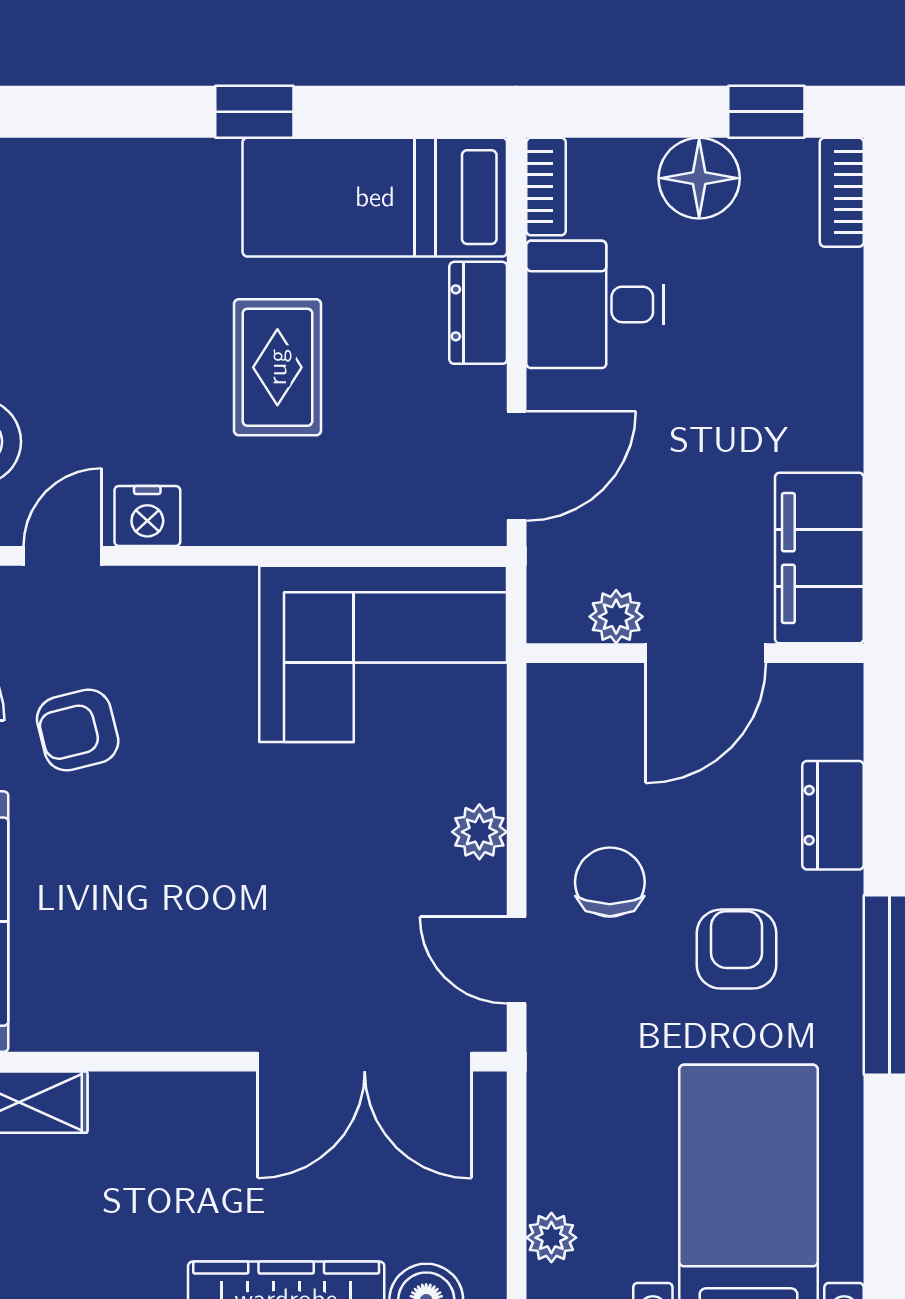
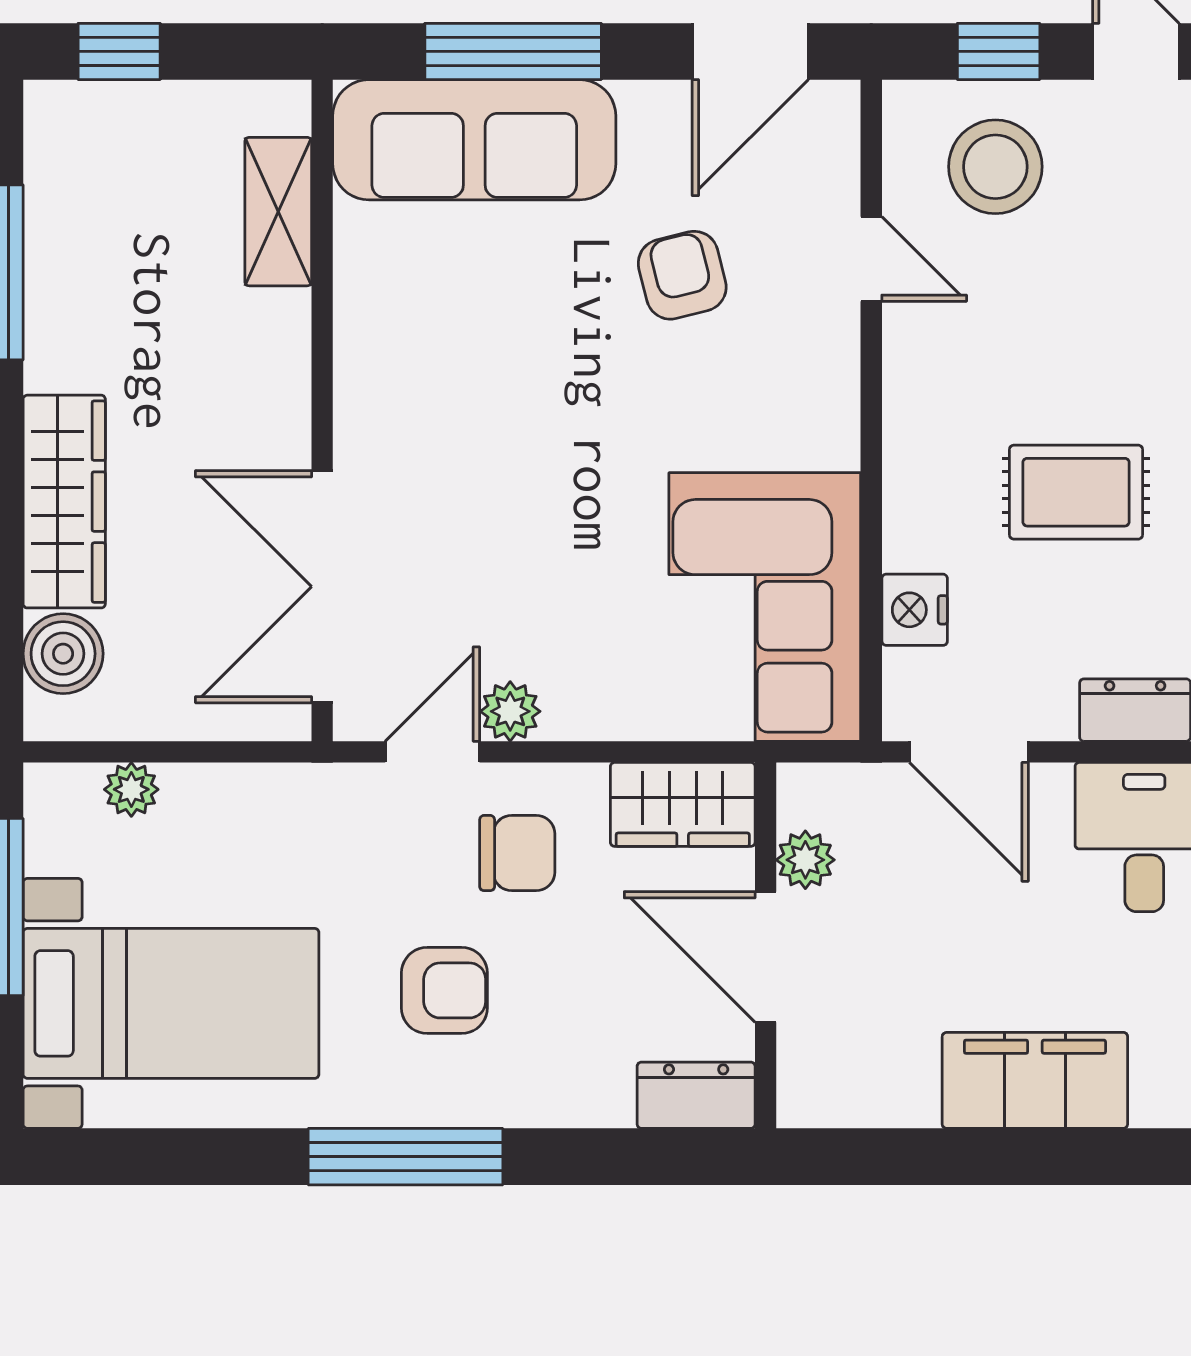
nightstand: (147, 516) -> (915, 610), moved
filing cabinet: (819, 558) -> (1035, 1080), moved
wardrobe: (565, 730) -> (683, 804), added
dresser: (833, 815) -> (696, 1095), moved
plant: (479, 832) -> (510, 711), moved

